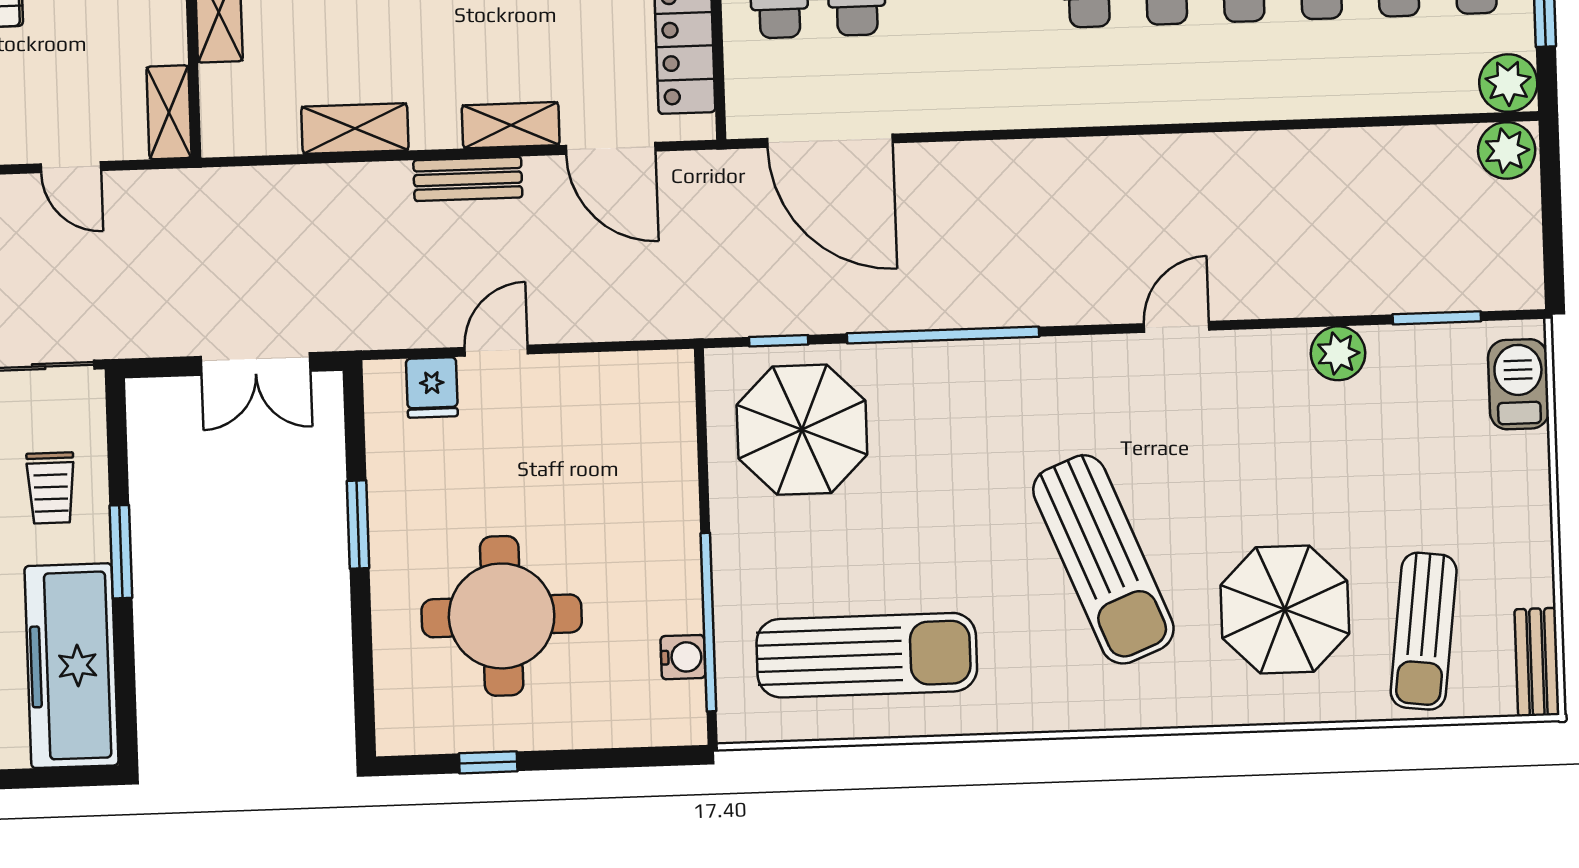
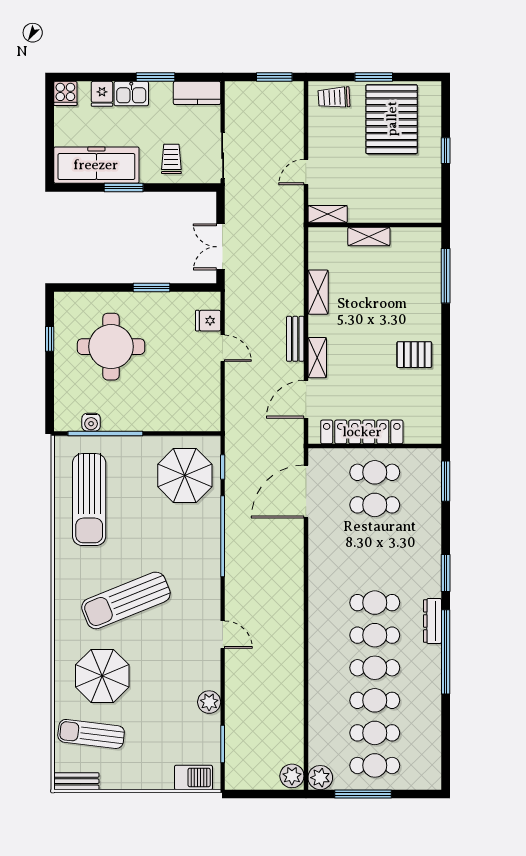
trolley: (51, 488) -> (171, 159), turned 90
window: (121, 552) -> (124, 188), moved

